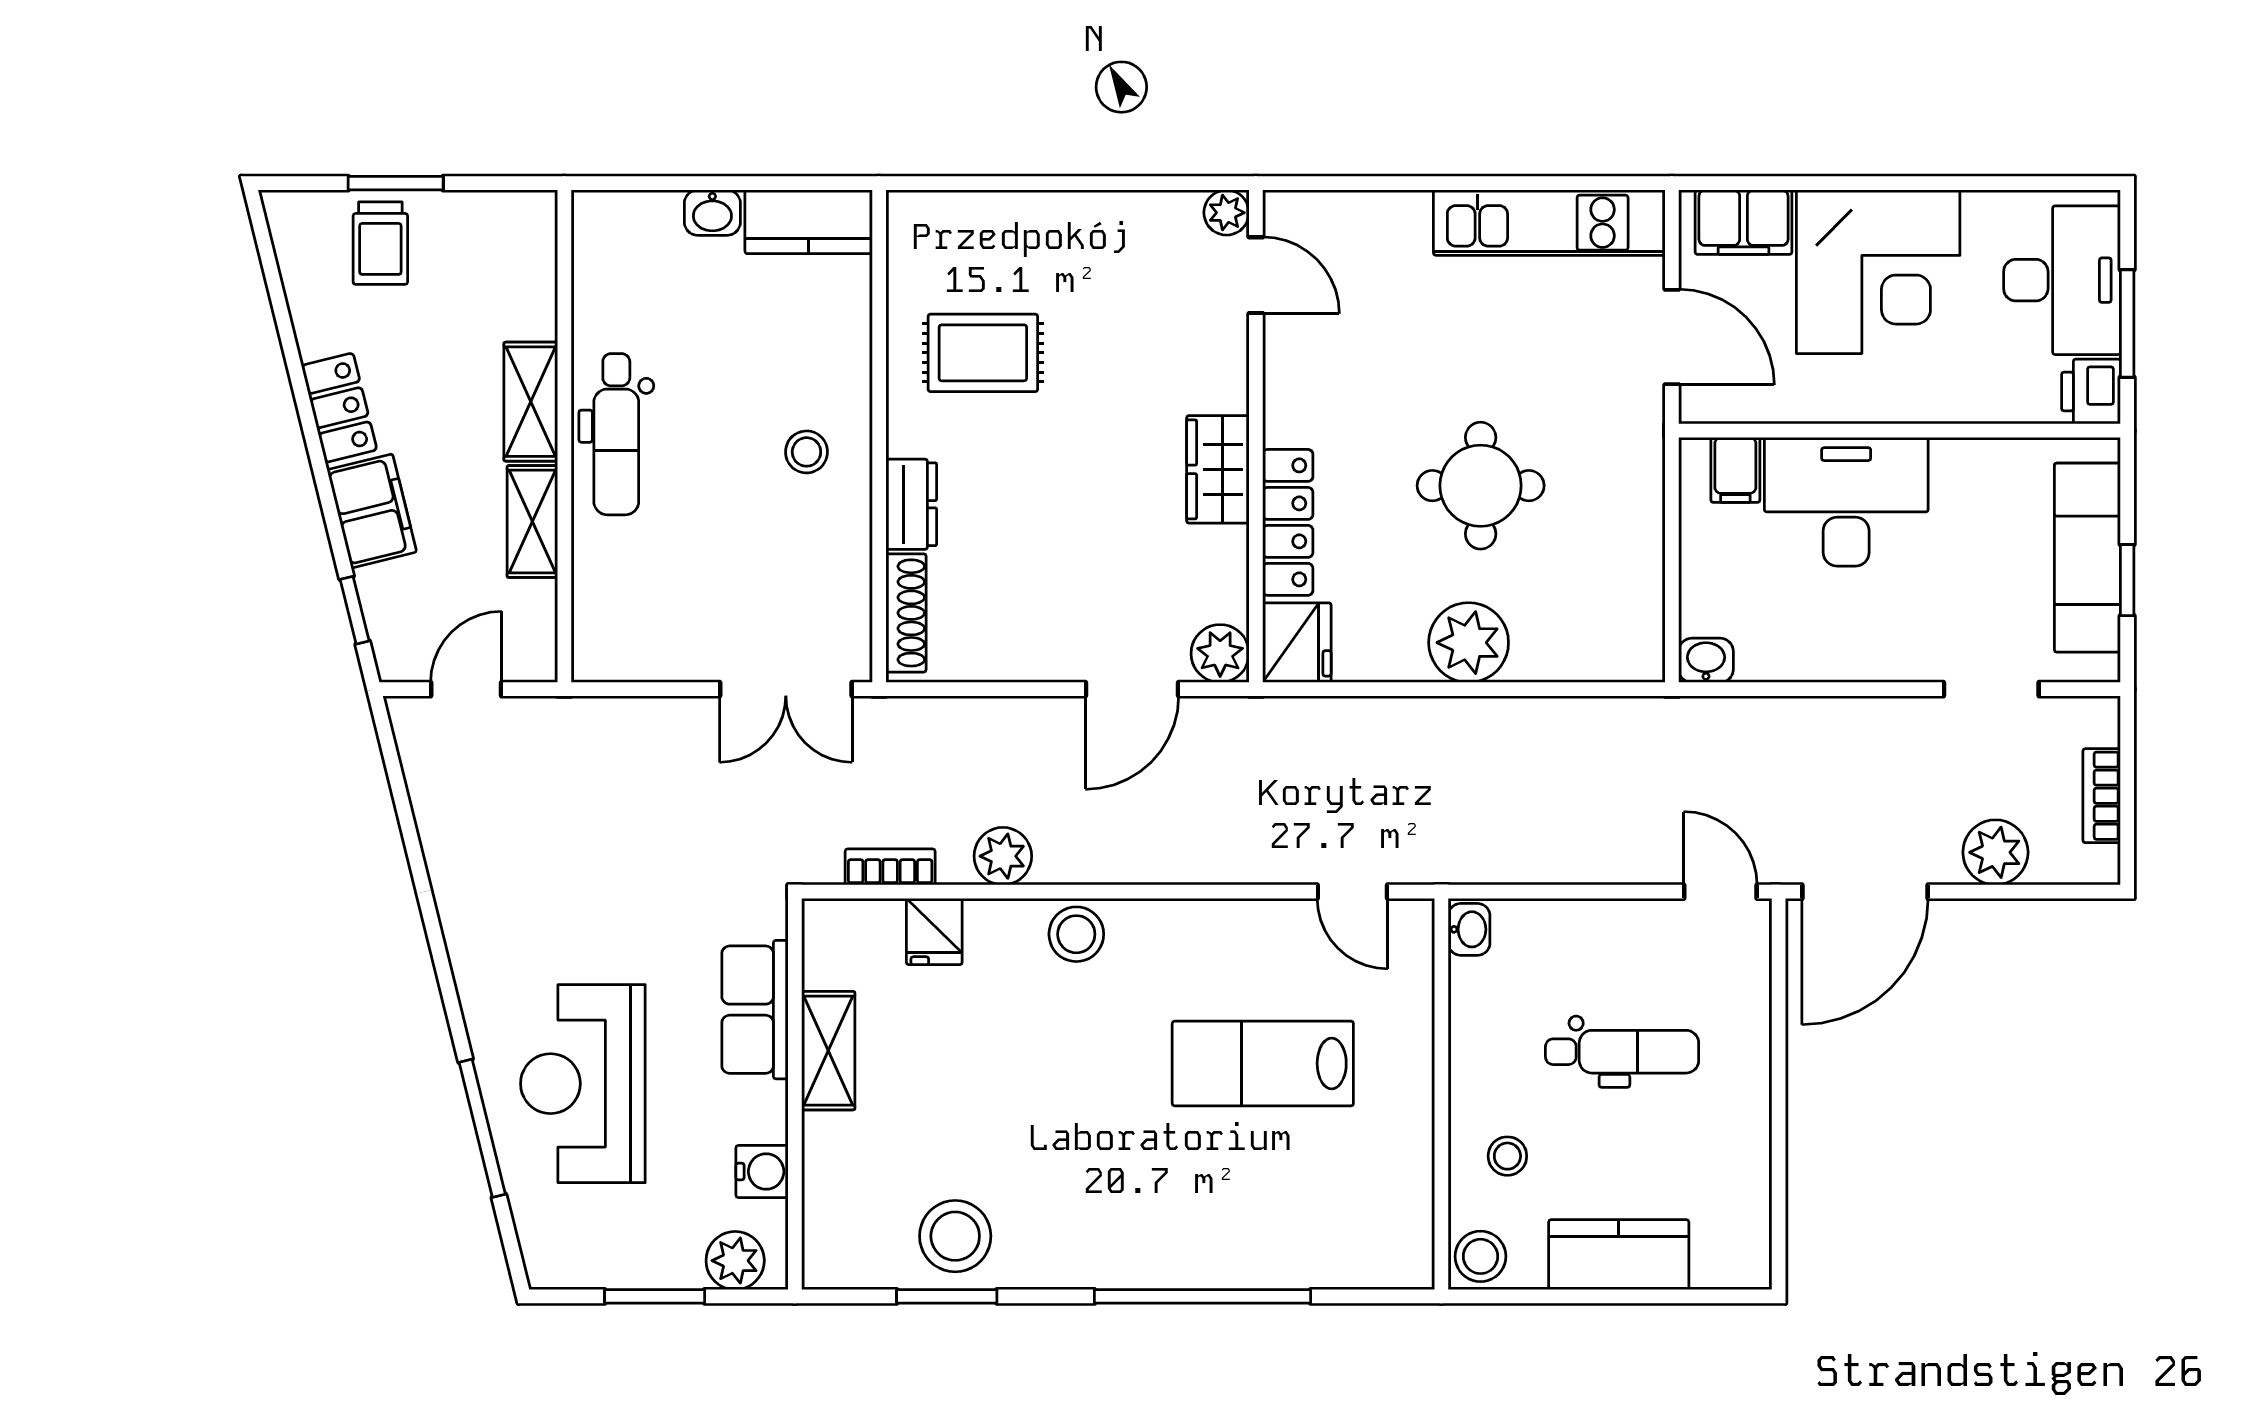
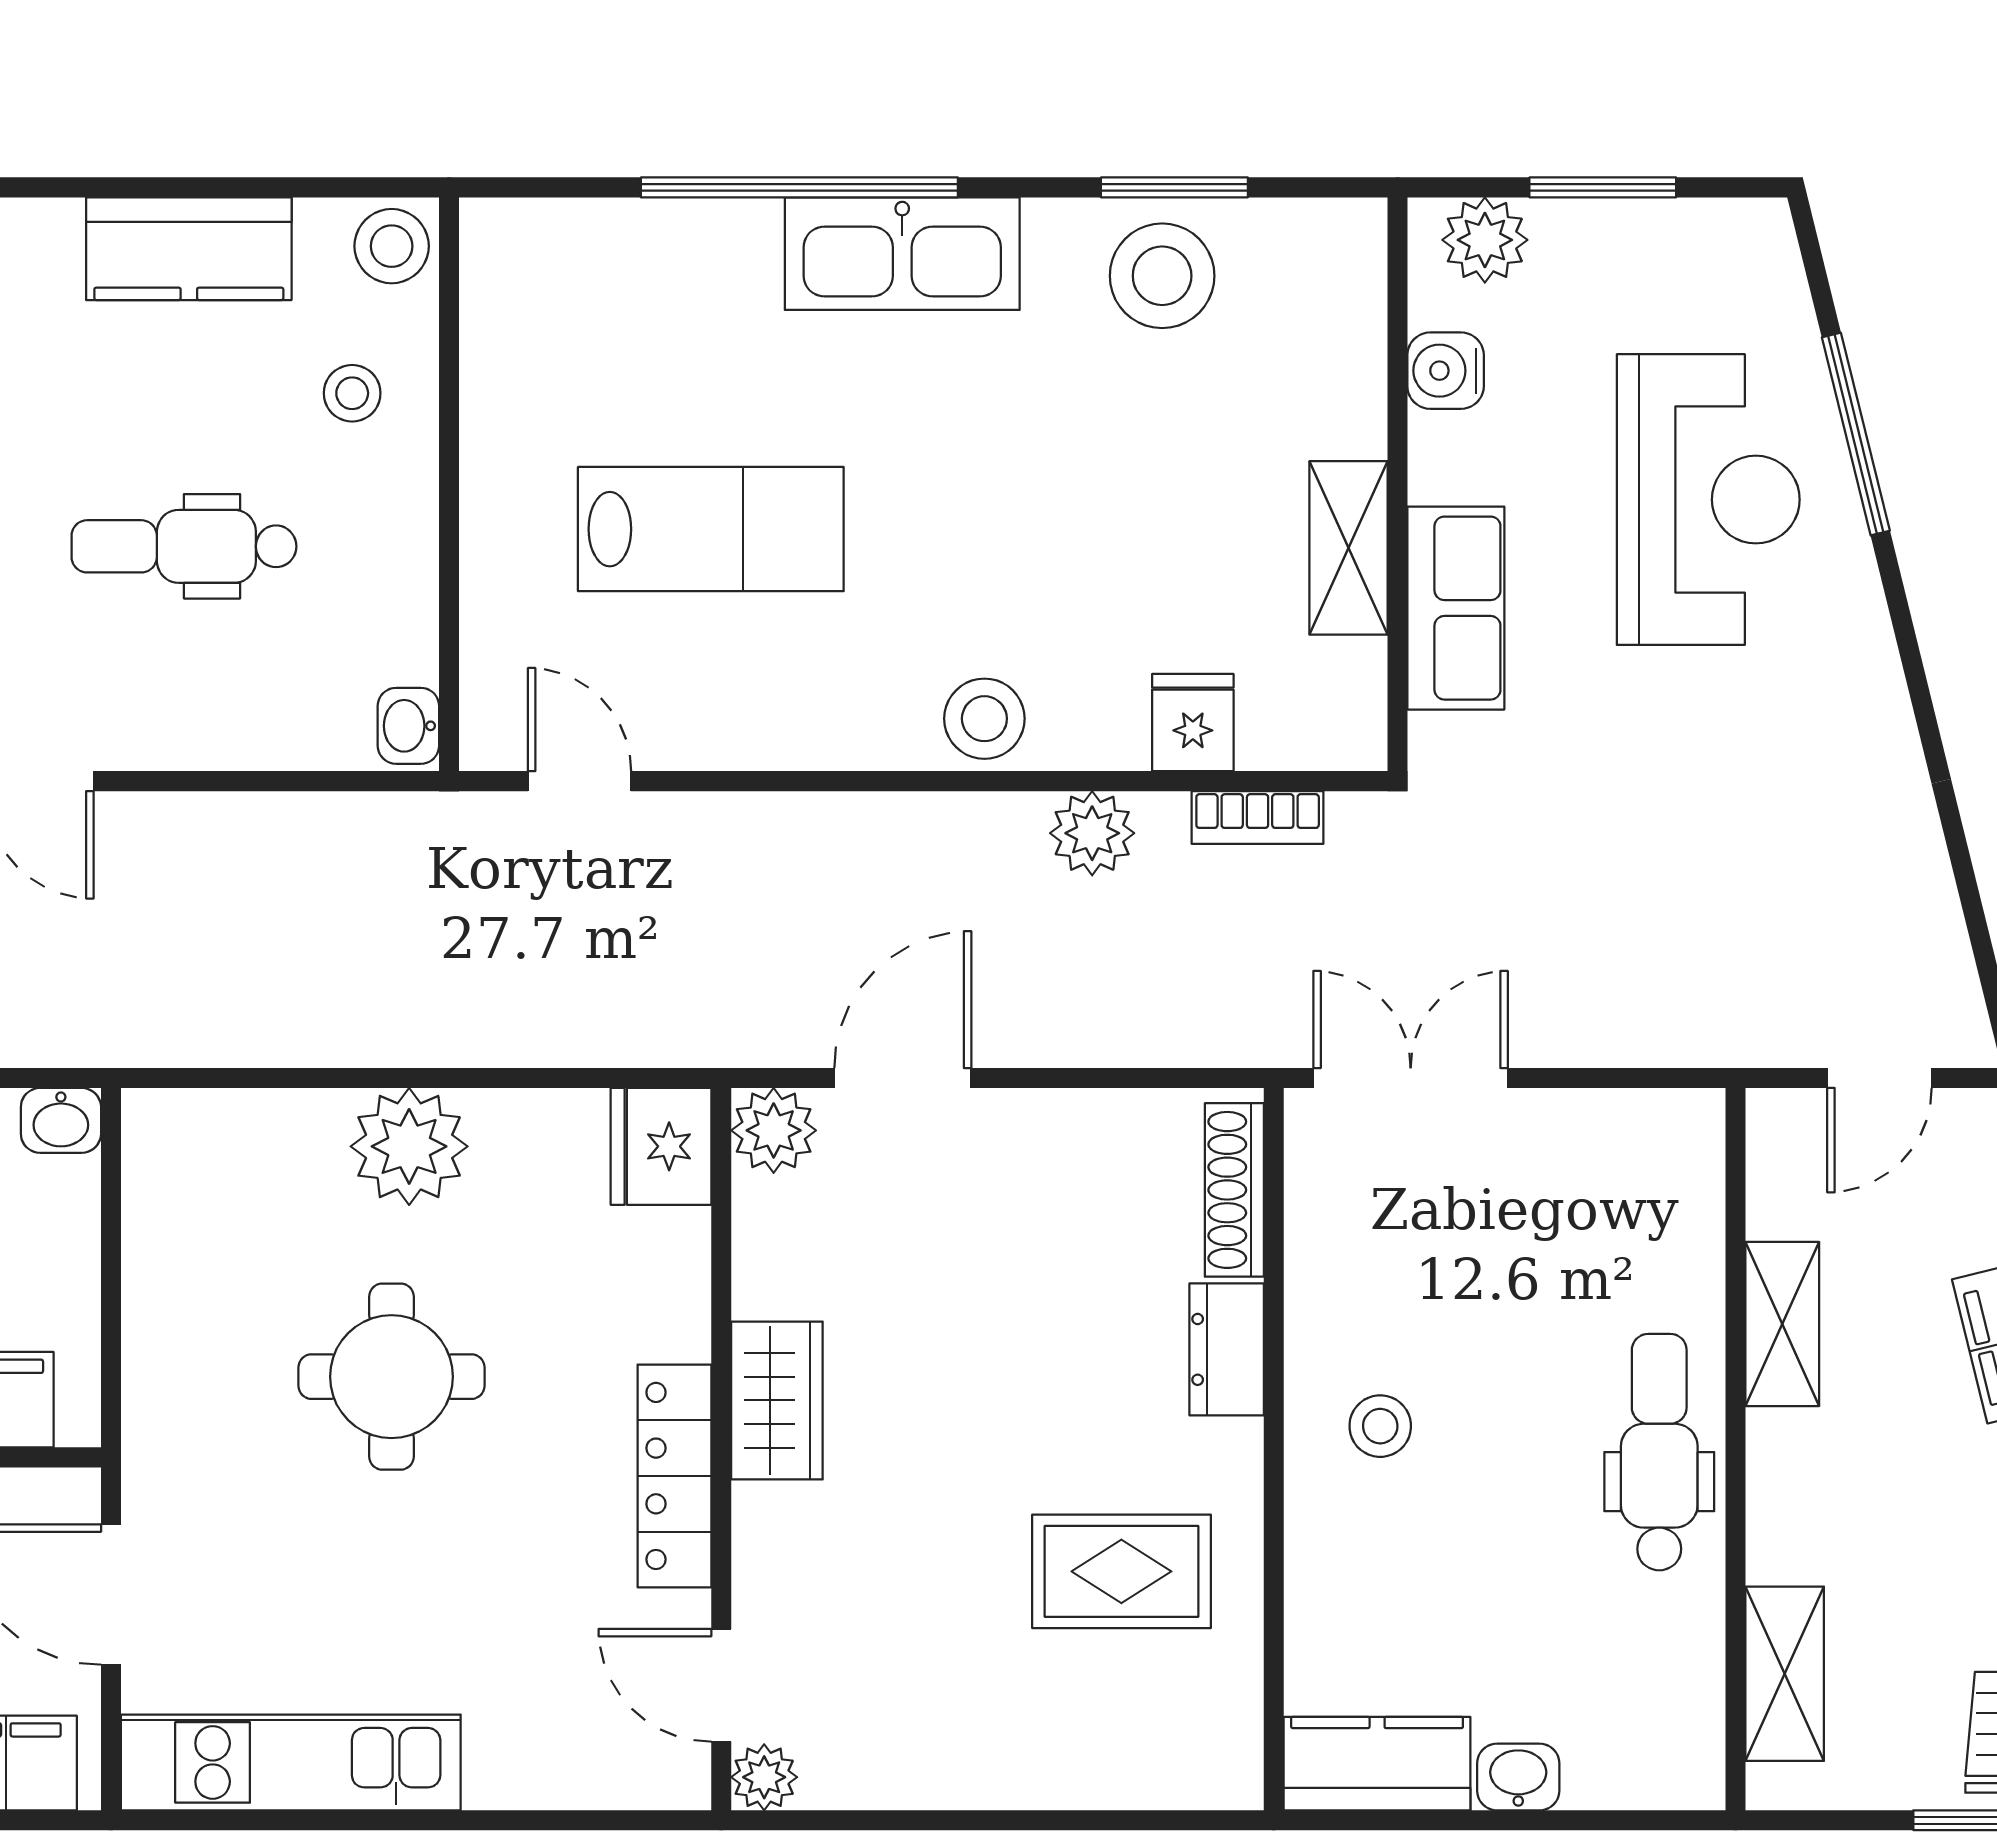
shelving: (531, 402) -> (1785, 1674), moved
locker: (1288, 522) -> (674, 1476), moved
kitchen sink: (1132, 1251) -> (902, 254), added

